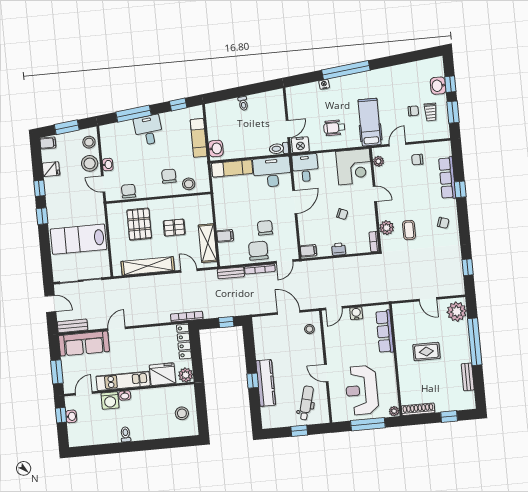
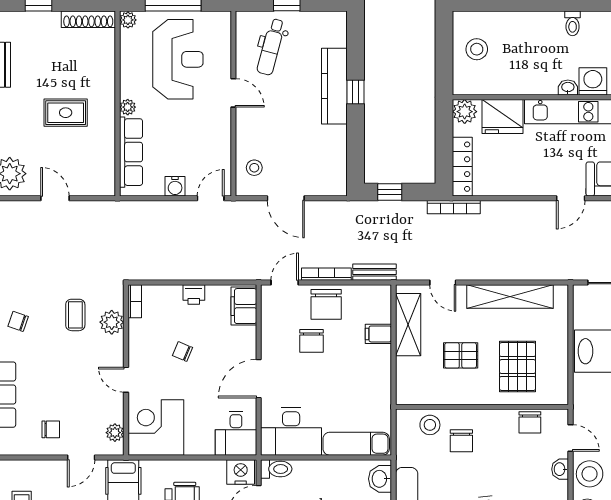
filing cabinet: (308, 251) -> (244, 306), width x2.00
plant: (389, 358) -> (128, 107), added

